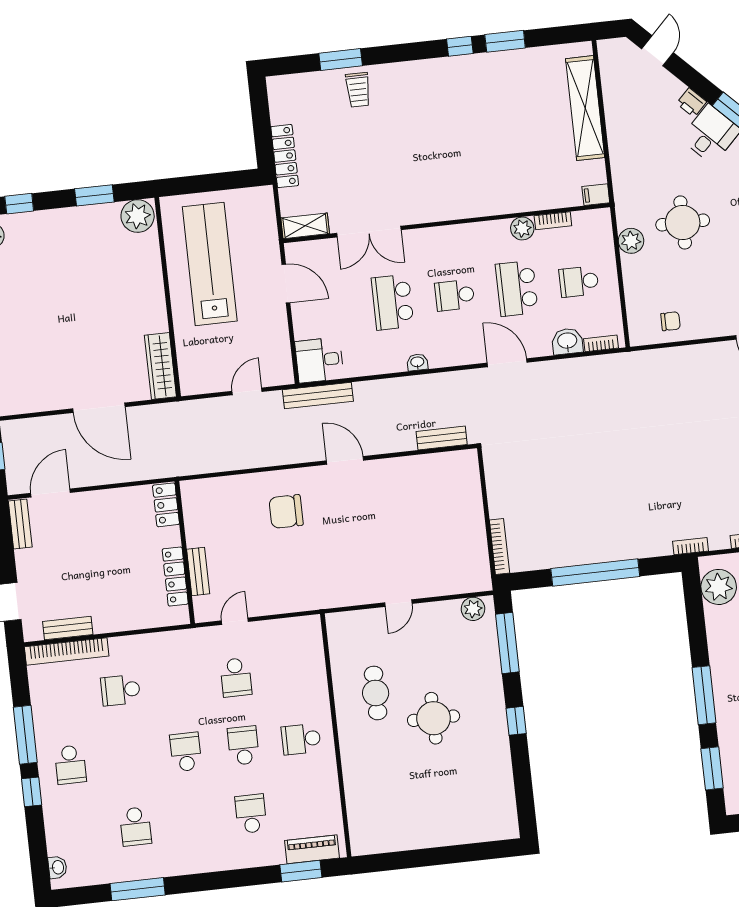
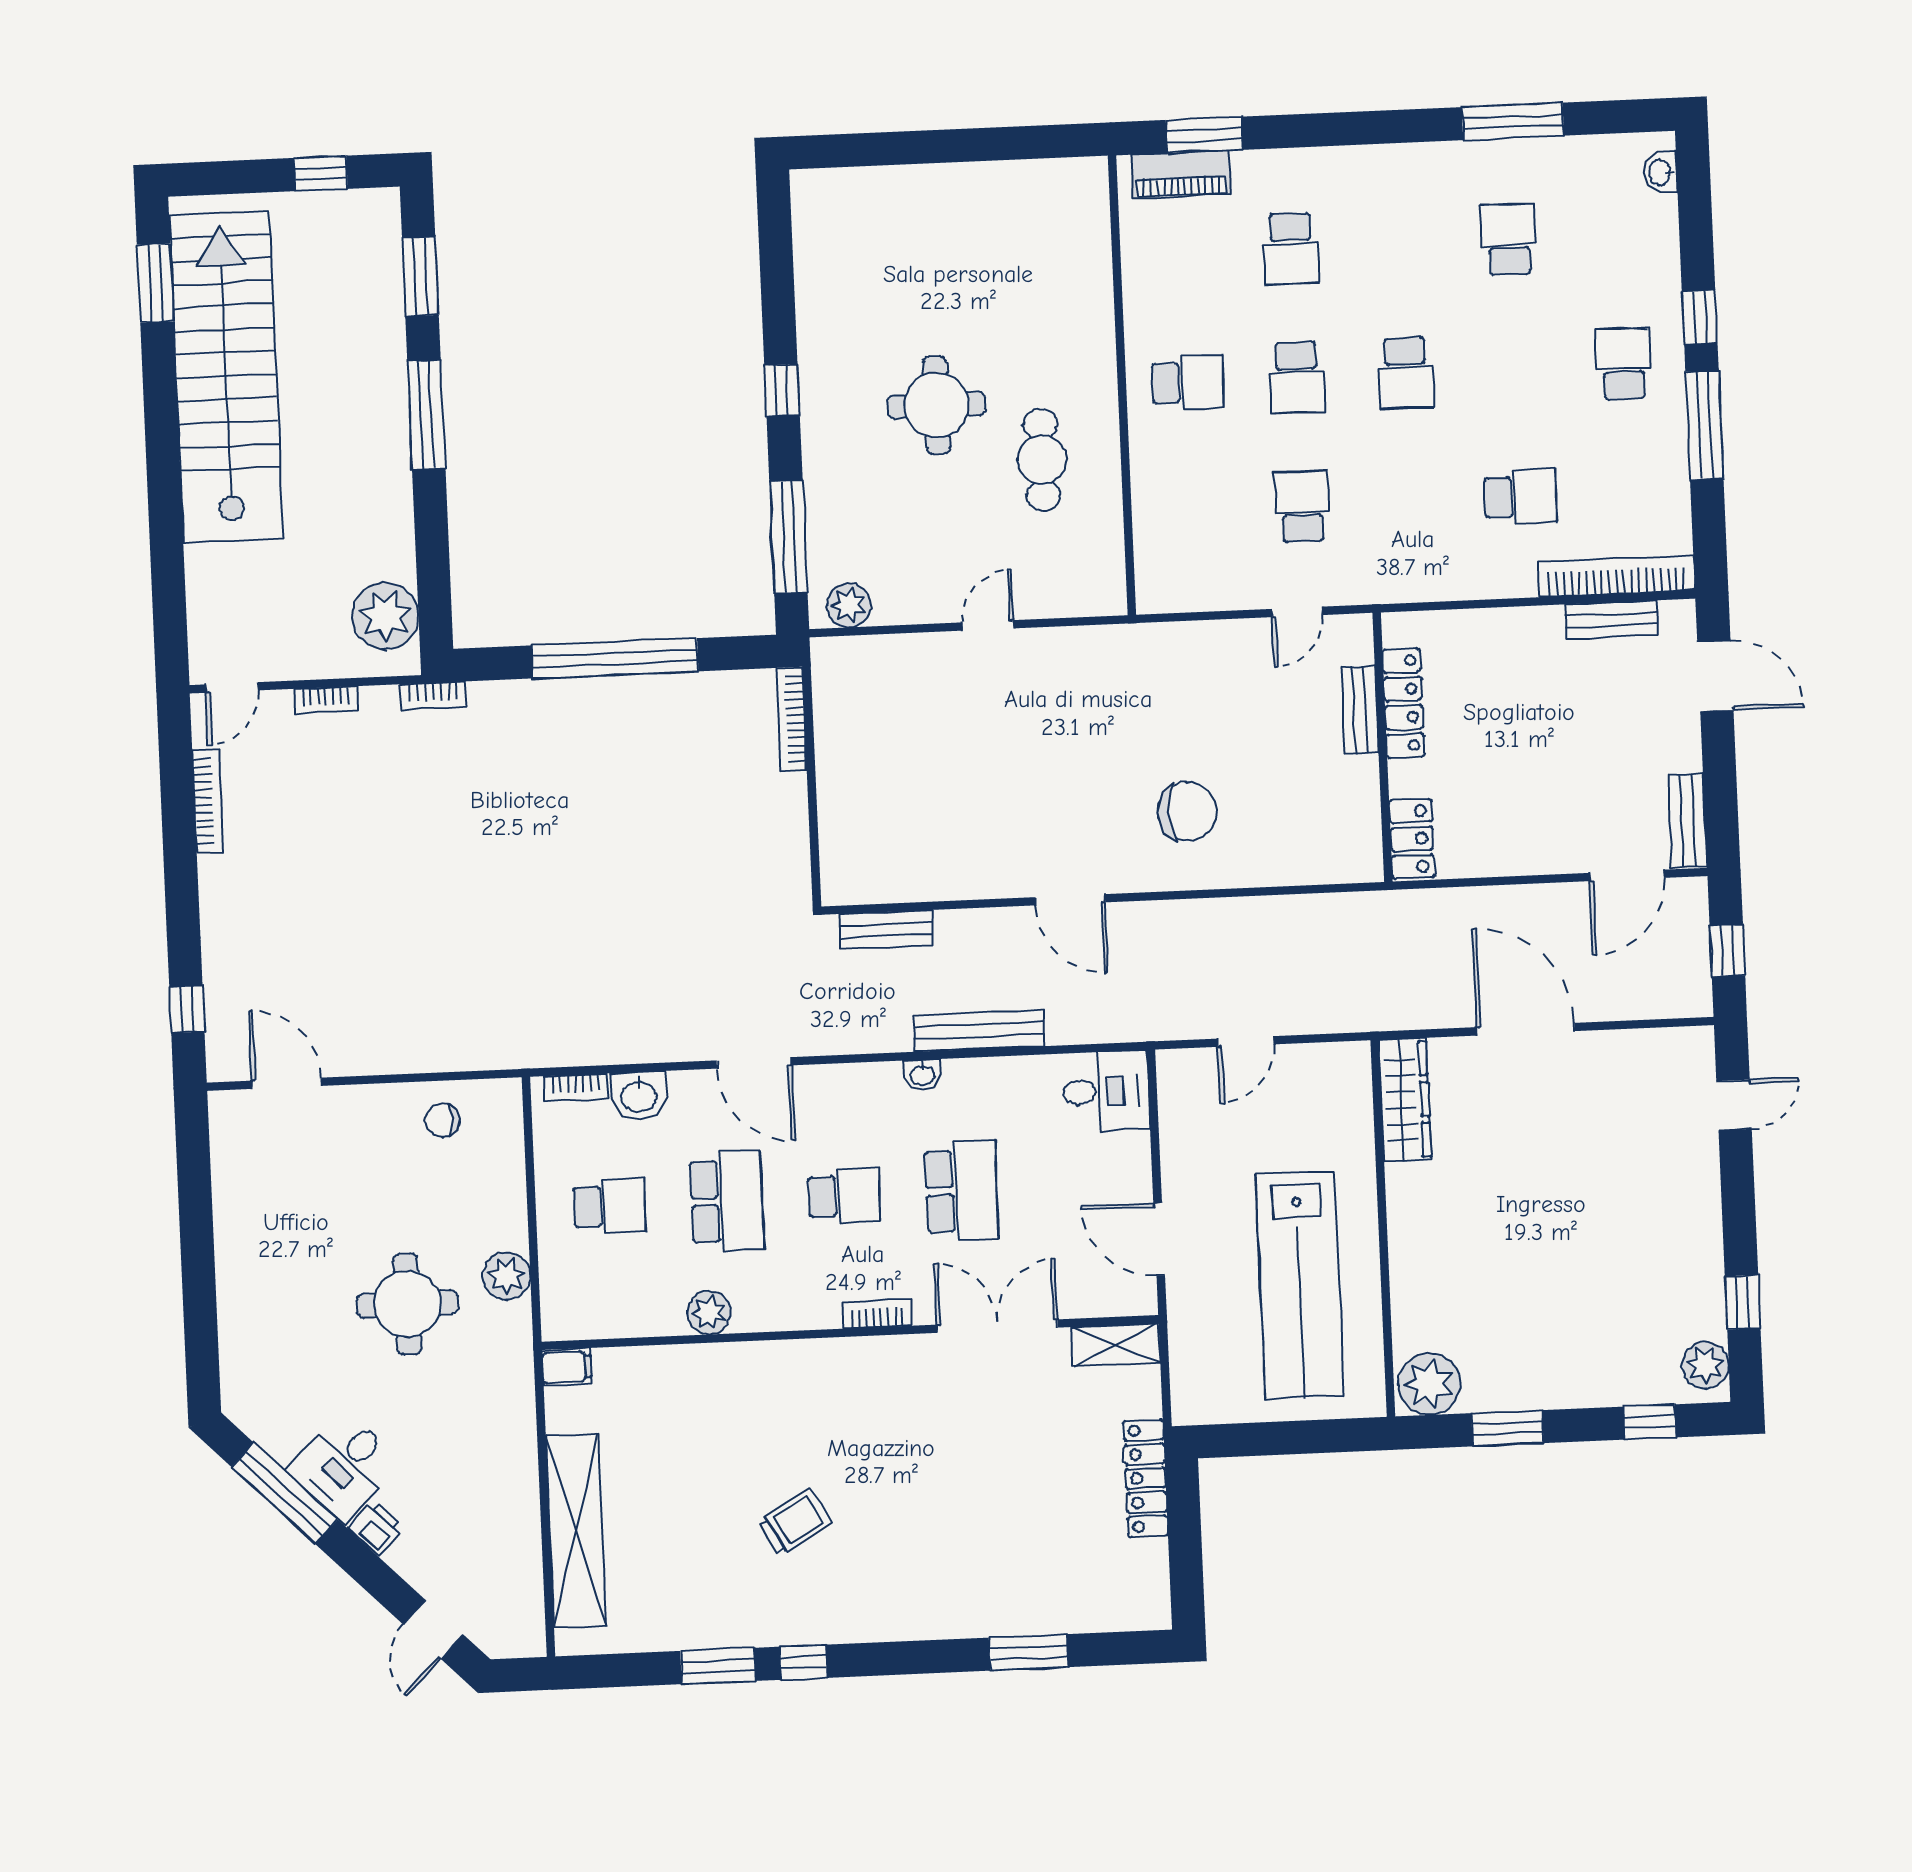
trolley: (358, 90) -> (795, 1522), moved, turned 60
bookcase: (553, 221) -> (877, 1314), moved
bench: (318, 396) -> (979, 1031), moved

